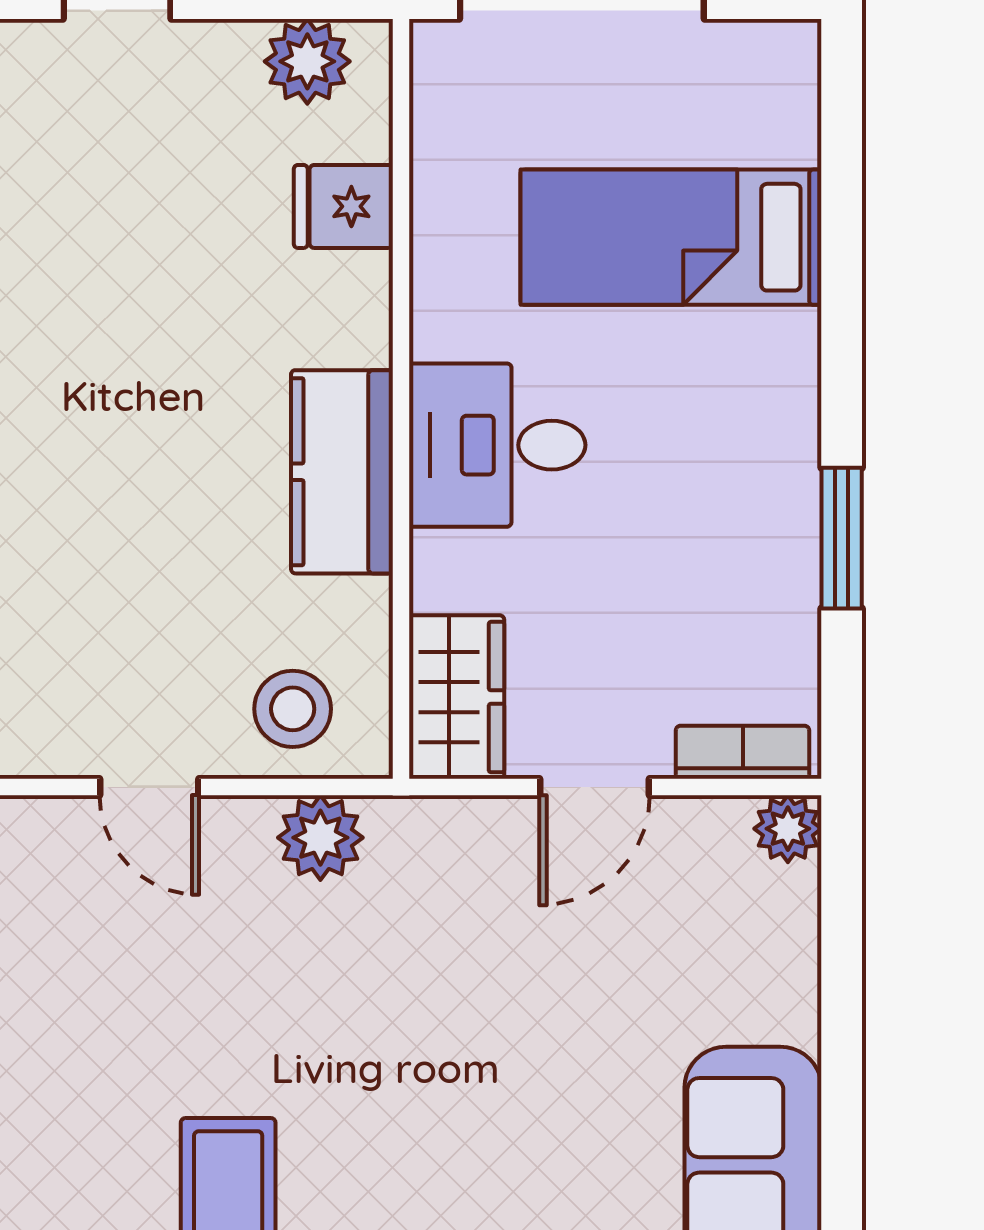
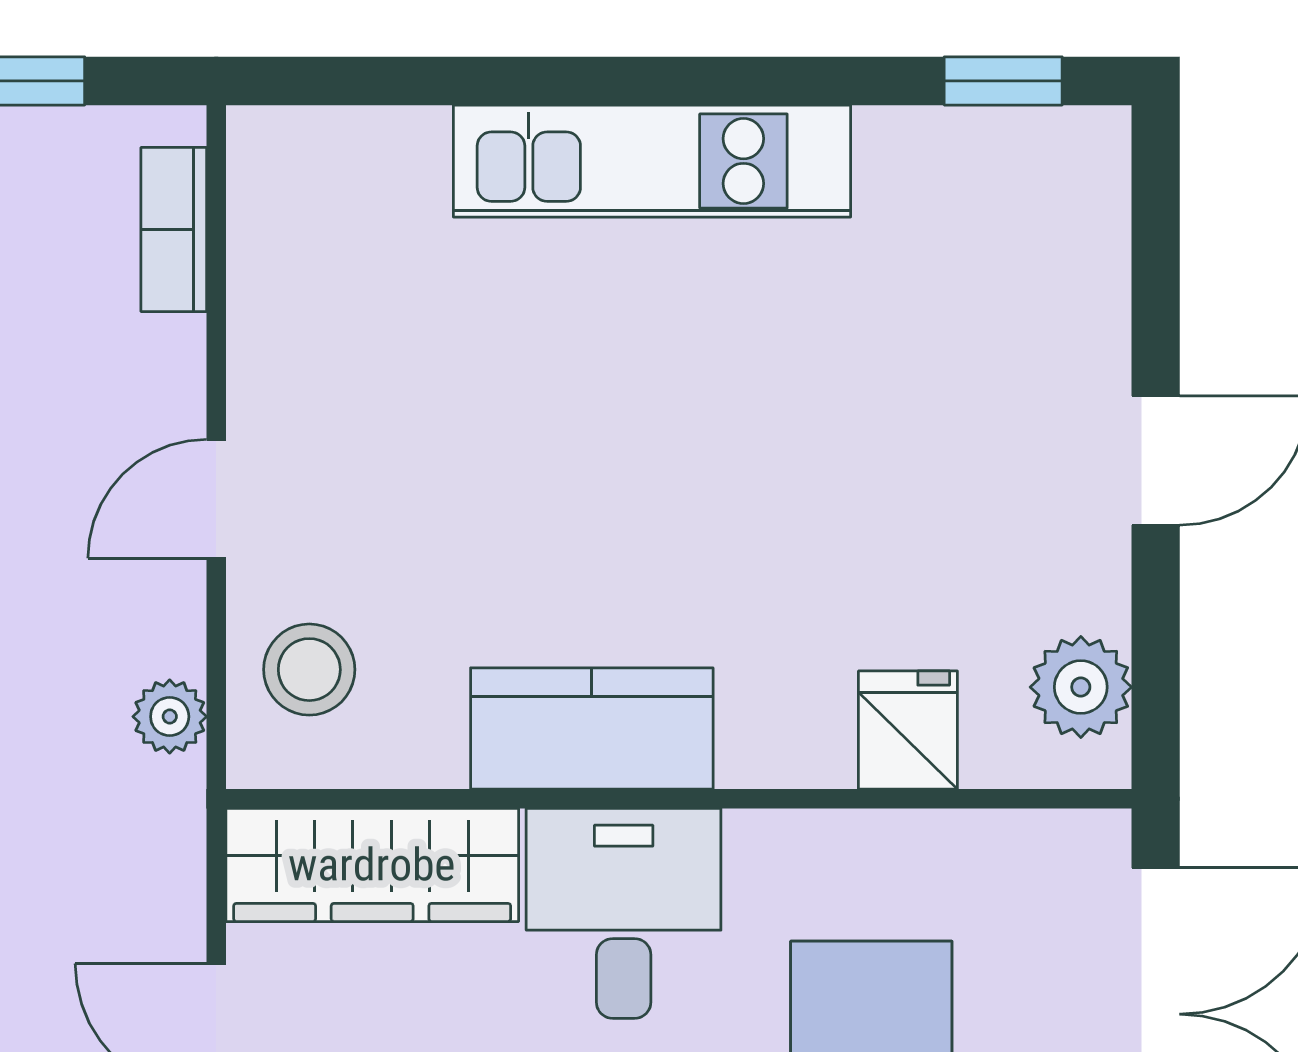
wardrobe: (457, 697) -> (372, 865), width x1.50
plant: (320, 838) -> (170, 717), width x0.73, depth x0.73

